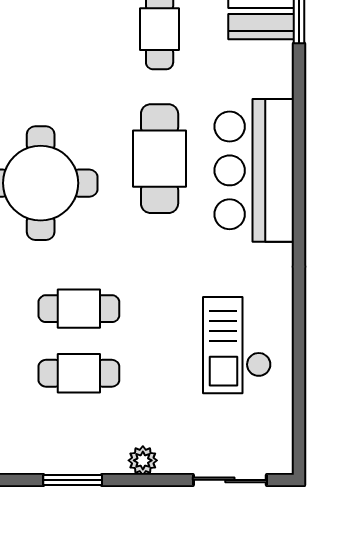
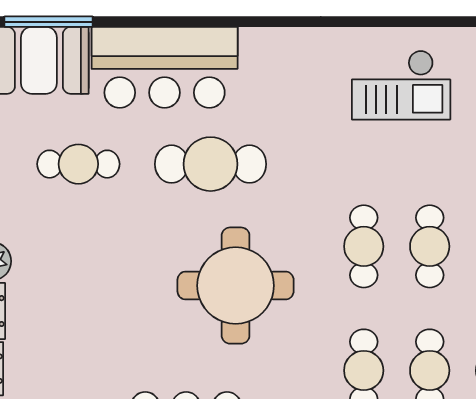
bar counter: (254, 170) -> (165, 67), moved

